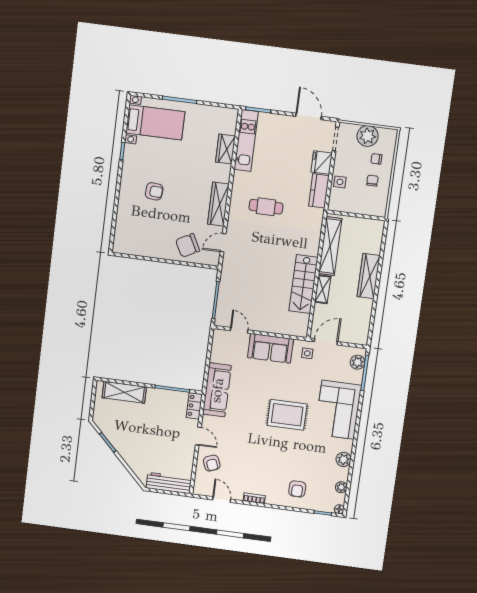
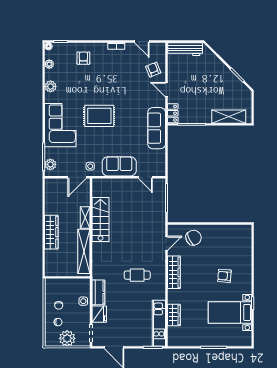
bed with nightstands: (155, 122) -> (230, 313), moved

